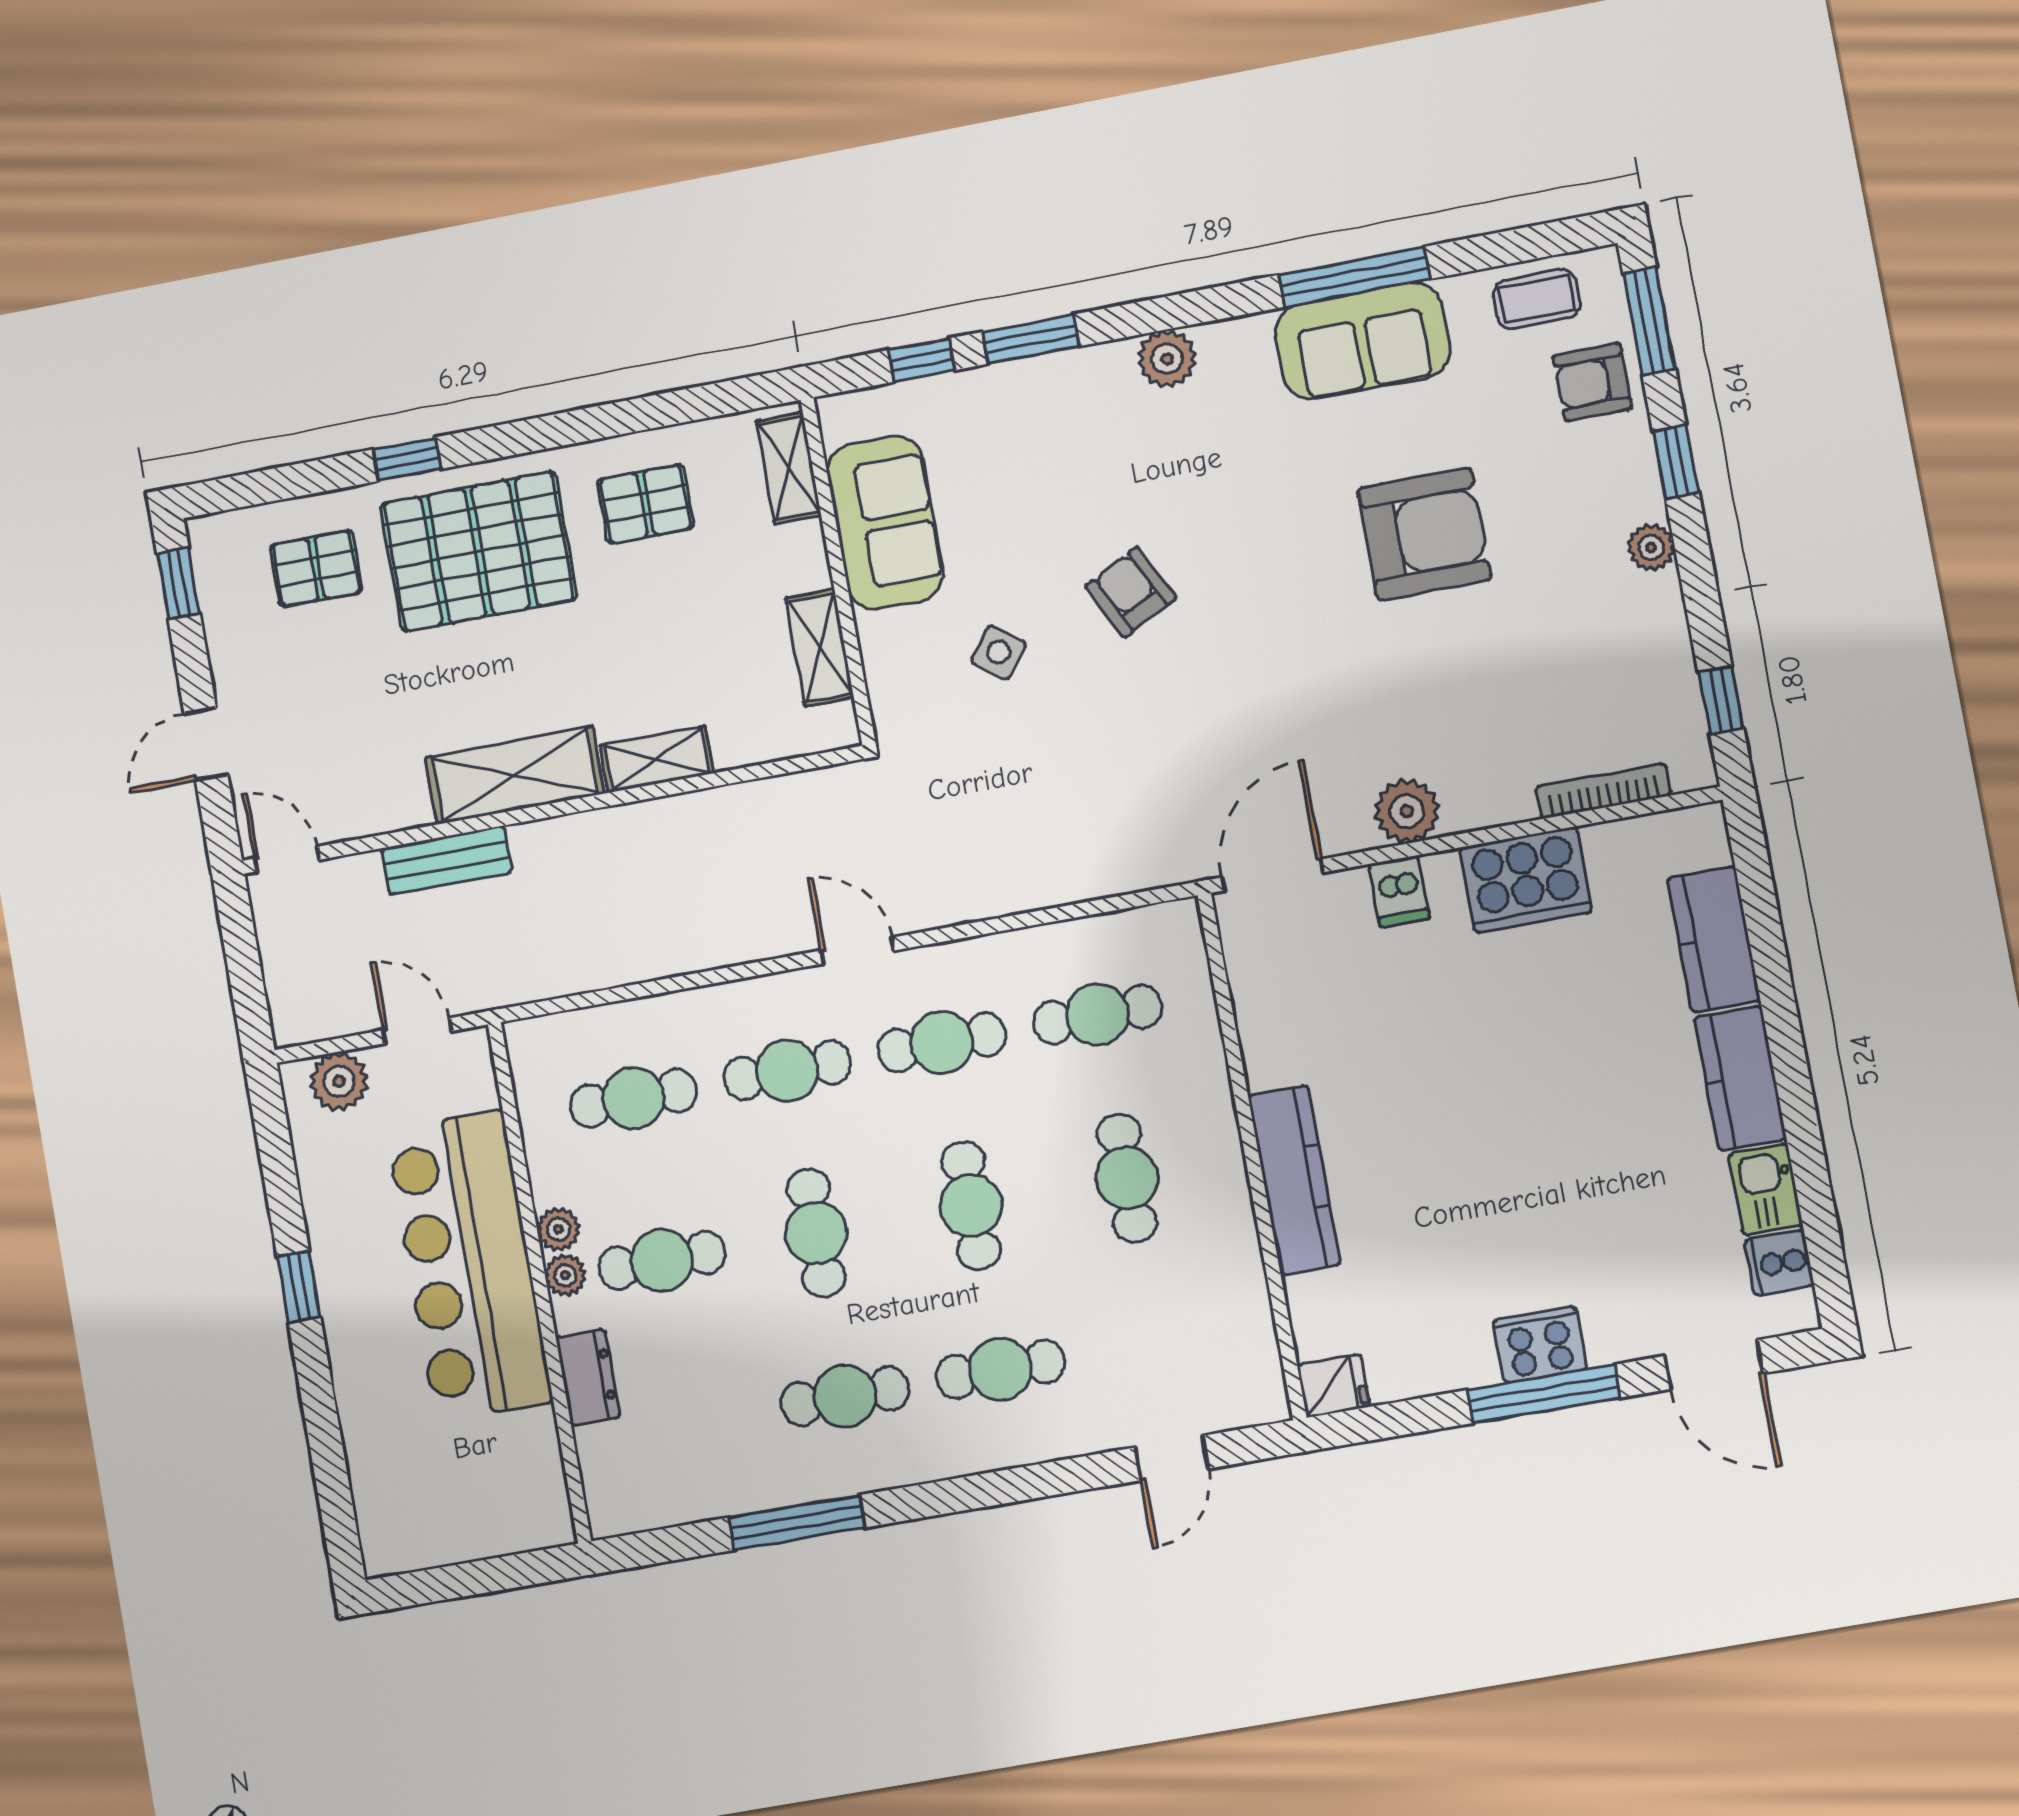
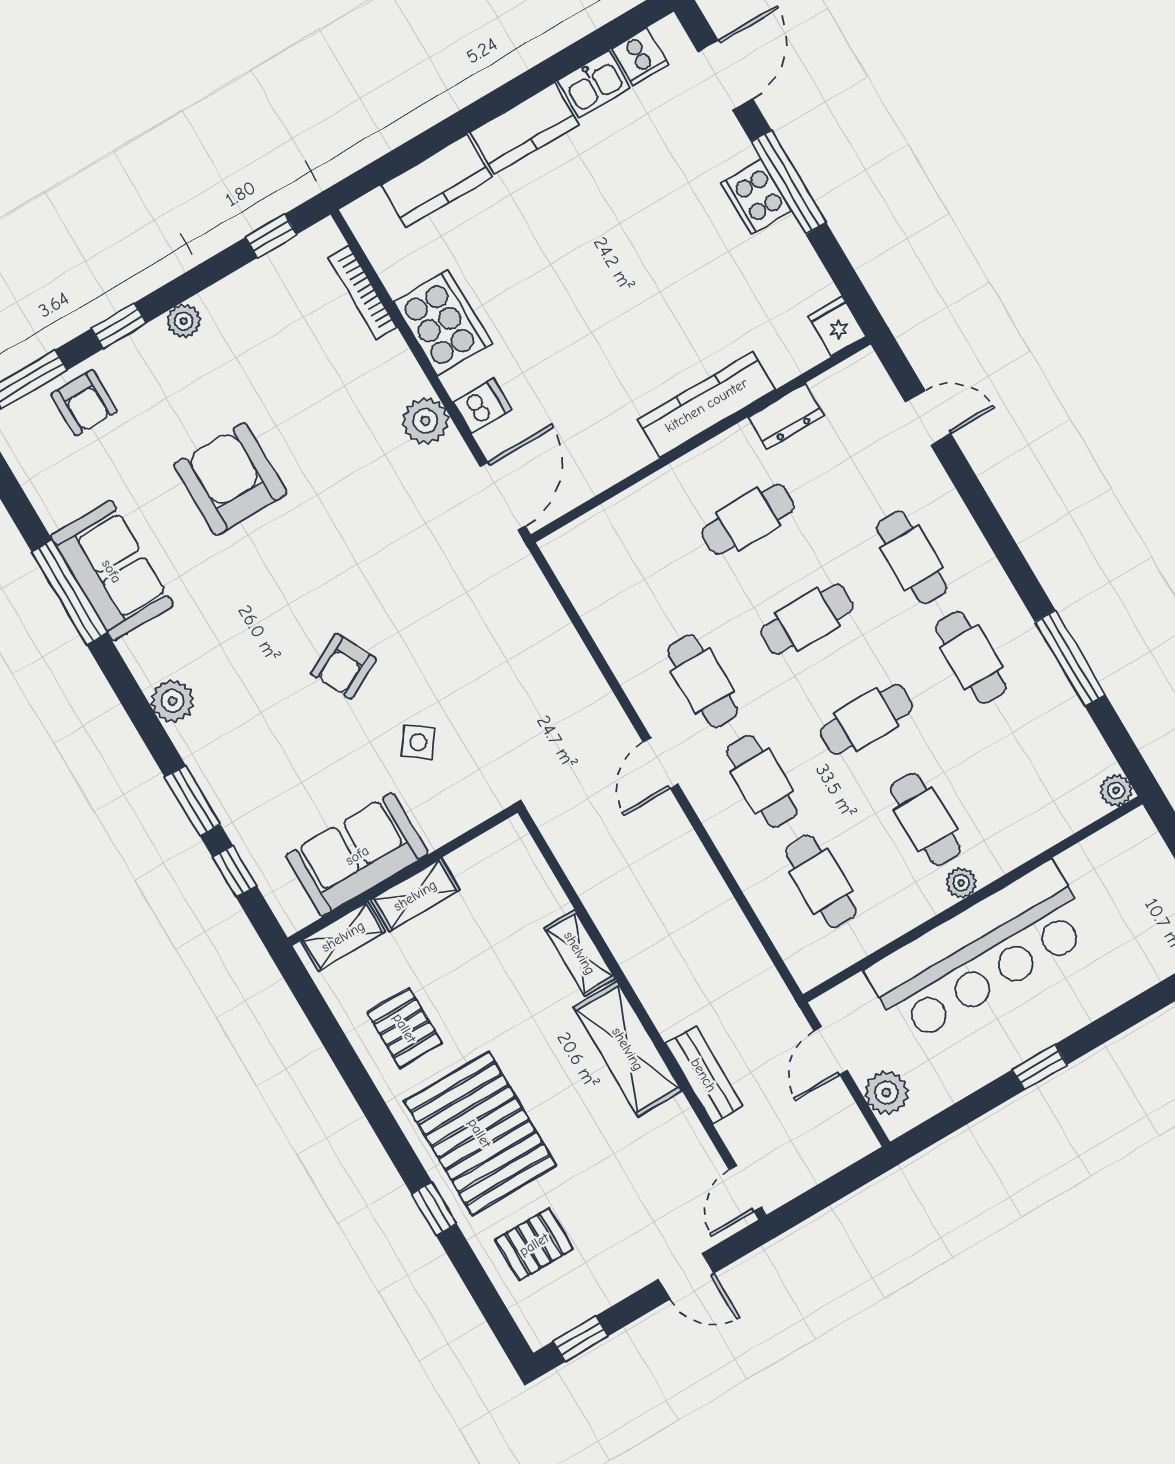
coffee table: (1537, 299) -> (40, 462), removed
pallet: (316, 569) -> (534, 1244), turned 90
shelving: (820, 647) -> (415, 895), moved
door: (1273, 875) -> (503, 496), swing flipped
cafe table: (1097, 1015) -> (643, 581), removed
plant: (558, 1229) -> (1116, 791), moved
dresser: (588, 1377) -> (786, 416), moved, turned 180

